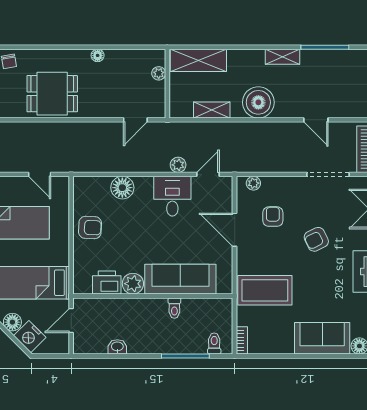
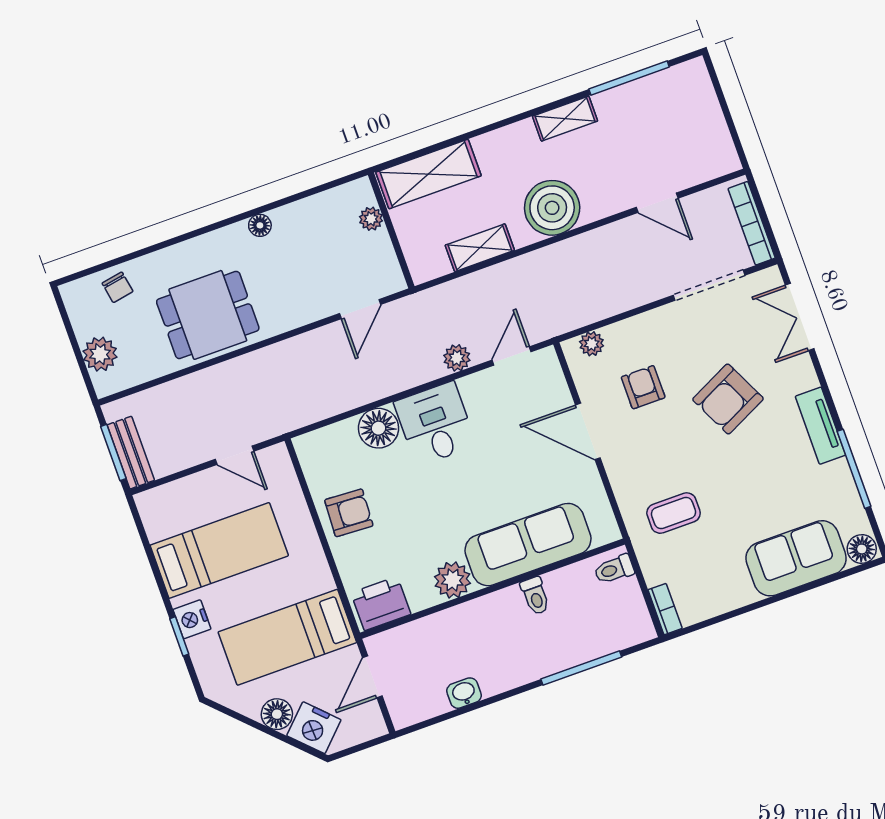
desk: (172, 196) -> (435, 424), moved
armchair: (316, 239) -> (728, 399), width x1.38, depth x1.38
printer: (107, 283) -> (381, 604), moved
coffee table: (265, 290) -> (674, 513), width x0.54, depth x0.58
toilet: (214, 344) -> (614, 569), moved, turned -90

